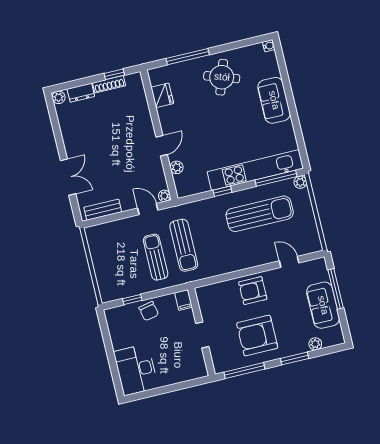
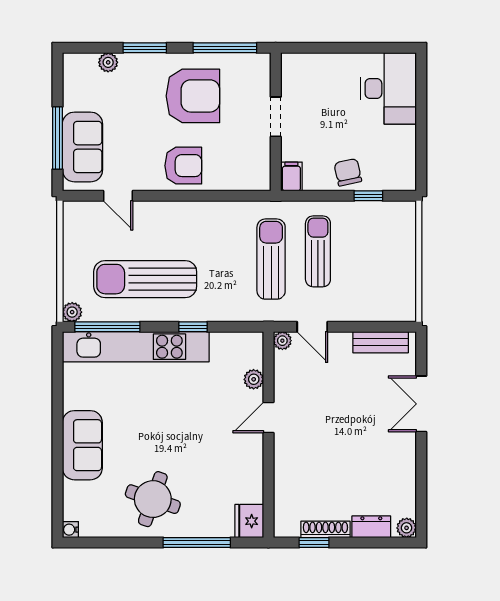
fridge: (162, 95) -> (249, 521), moved
sun lounger: (156, 257) -> (318, 251), turned 180
sofa: (323, 305) -> (82, 147), moved

